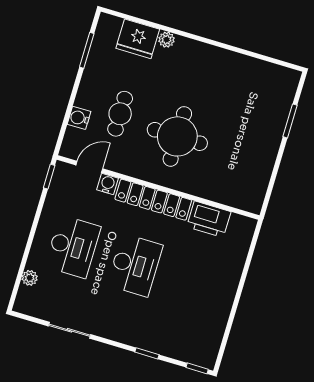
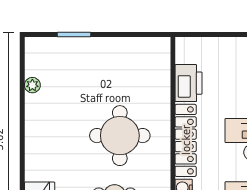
plant: (167, 40) -> (32, 85), moved

